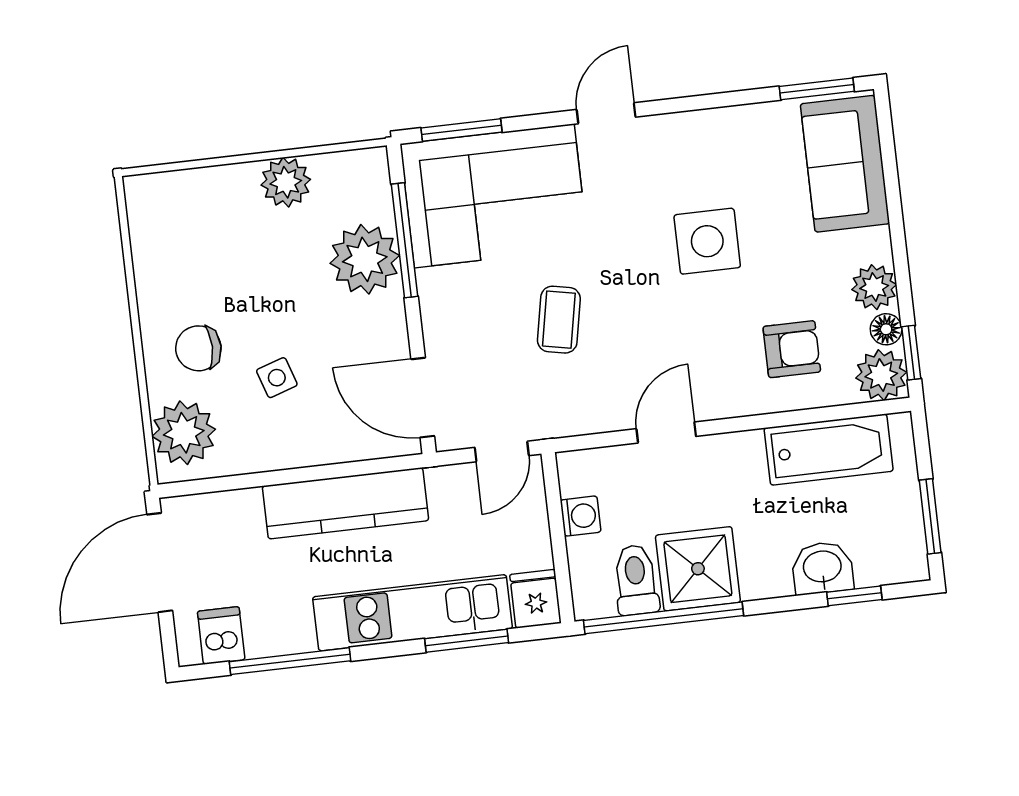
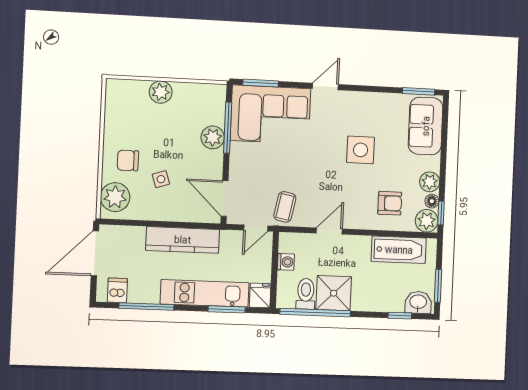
plant: (286, 182) -> (161, 92), moved
plant: (365, 259) -> (213, 137), width x0.73, depth x0.73
coffee table: (559, 320) -> (285, 207), moved
washbasin: (822, 568) -> (418, 302), moved

